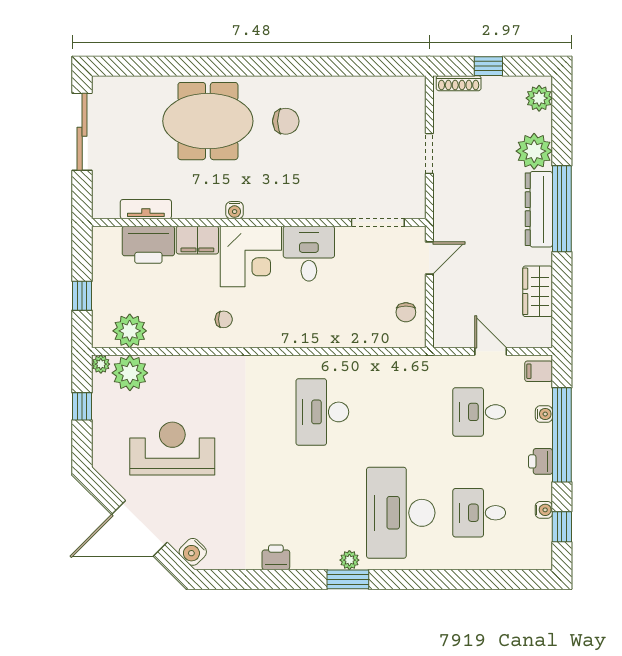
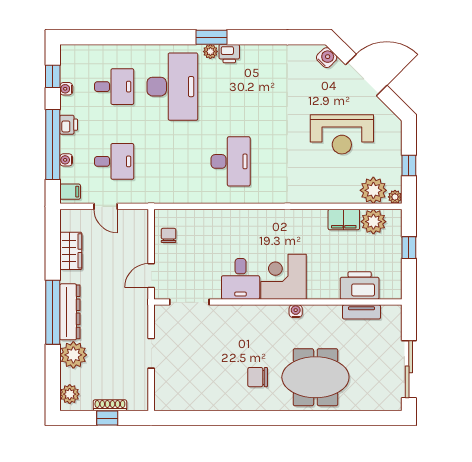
shoe rack: (459, 83) -> (110, 405), moved
filing cabinet: (197, 240) -> (344, 219), moved, turned 180
chair: (224, 319) -> (304, 230), removed
printer: (276, 557) -> (229, 54), moved

